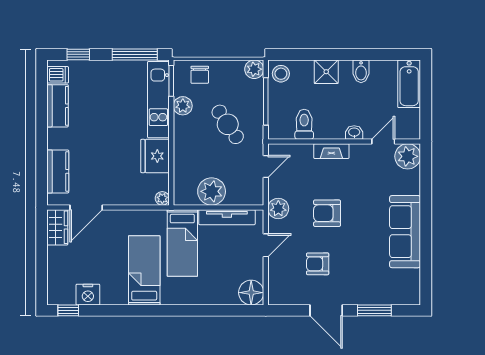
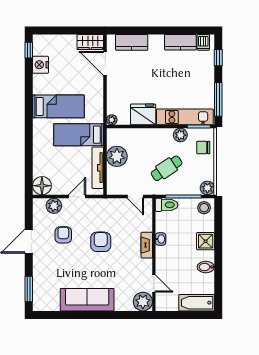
toilet: (304, 124) -> (167, 205), moved
washbasin: (354, 132) -> (161, 239), moved
plant: (278, 209) -> (54, 206), moved
door: (266, 245) -> (77, 196), swing flipped
window: (374, 310) -> (29, 289), moved

